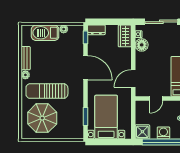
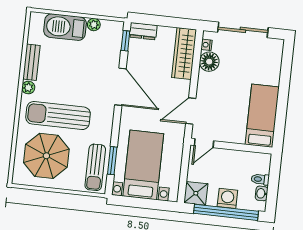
wardrobe: (125, 36) -> (184, 54), width x1.50
door: (156, 99) -> (204, 143), moved
sun lounger: (75, 122) -> (95, 167), added

